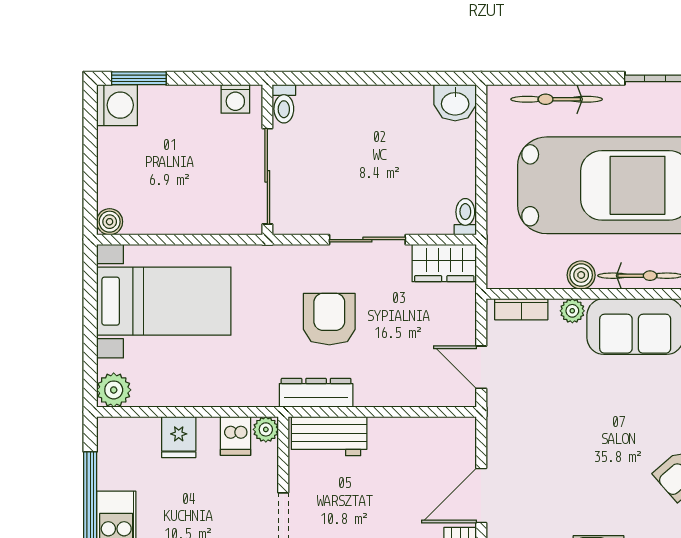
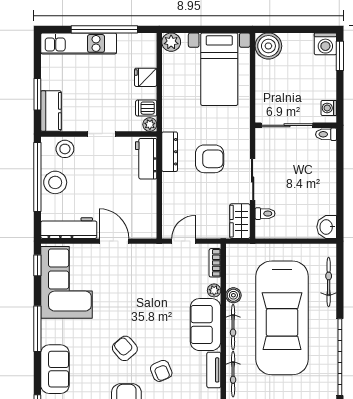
toilet: (465, 217) -> (265, 214), moved
boiler: (110, 222) -> (268, 46), width x1.86, depth x1.86

